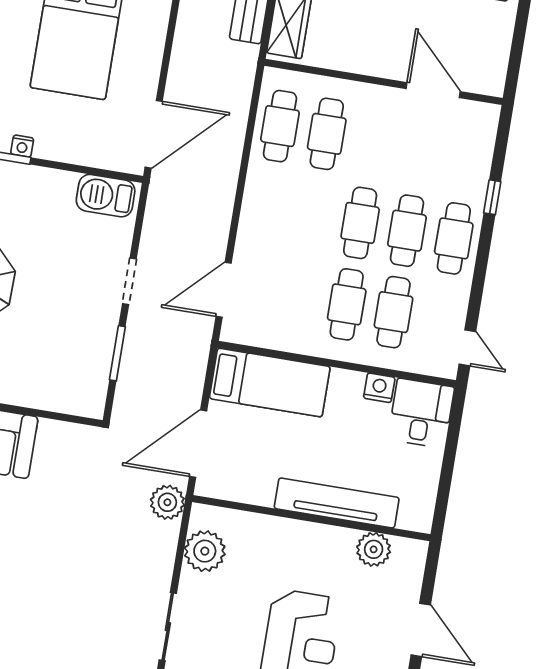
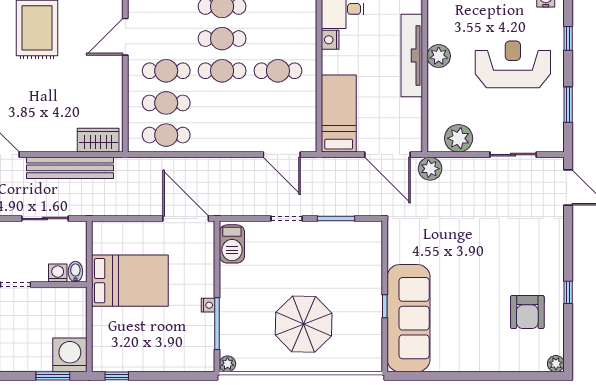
cafe table: (394, 312) -> (166, 71), moved
plant: (374, 549) -> (439, 56), moved

